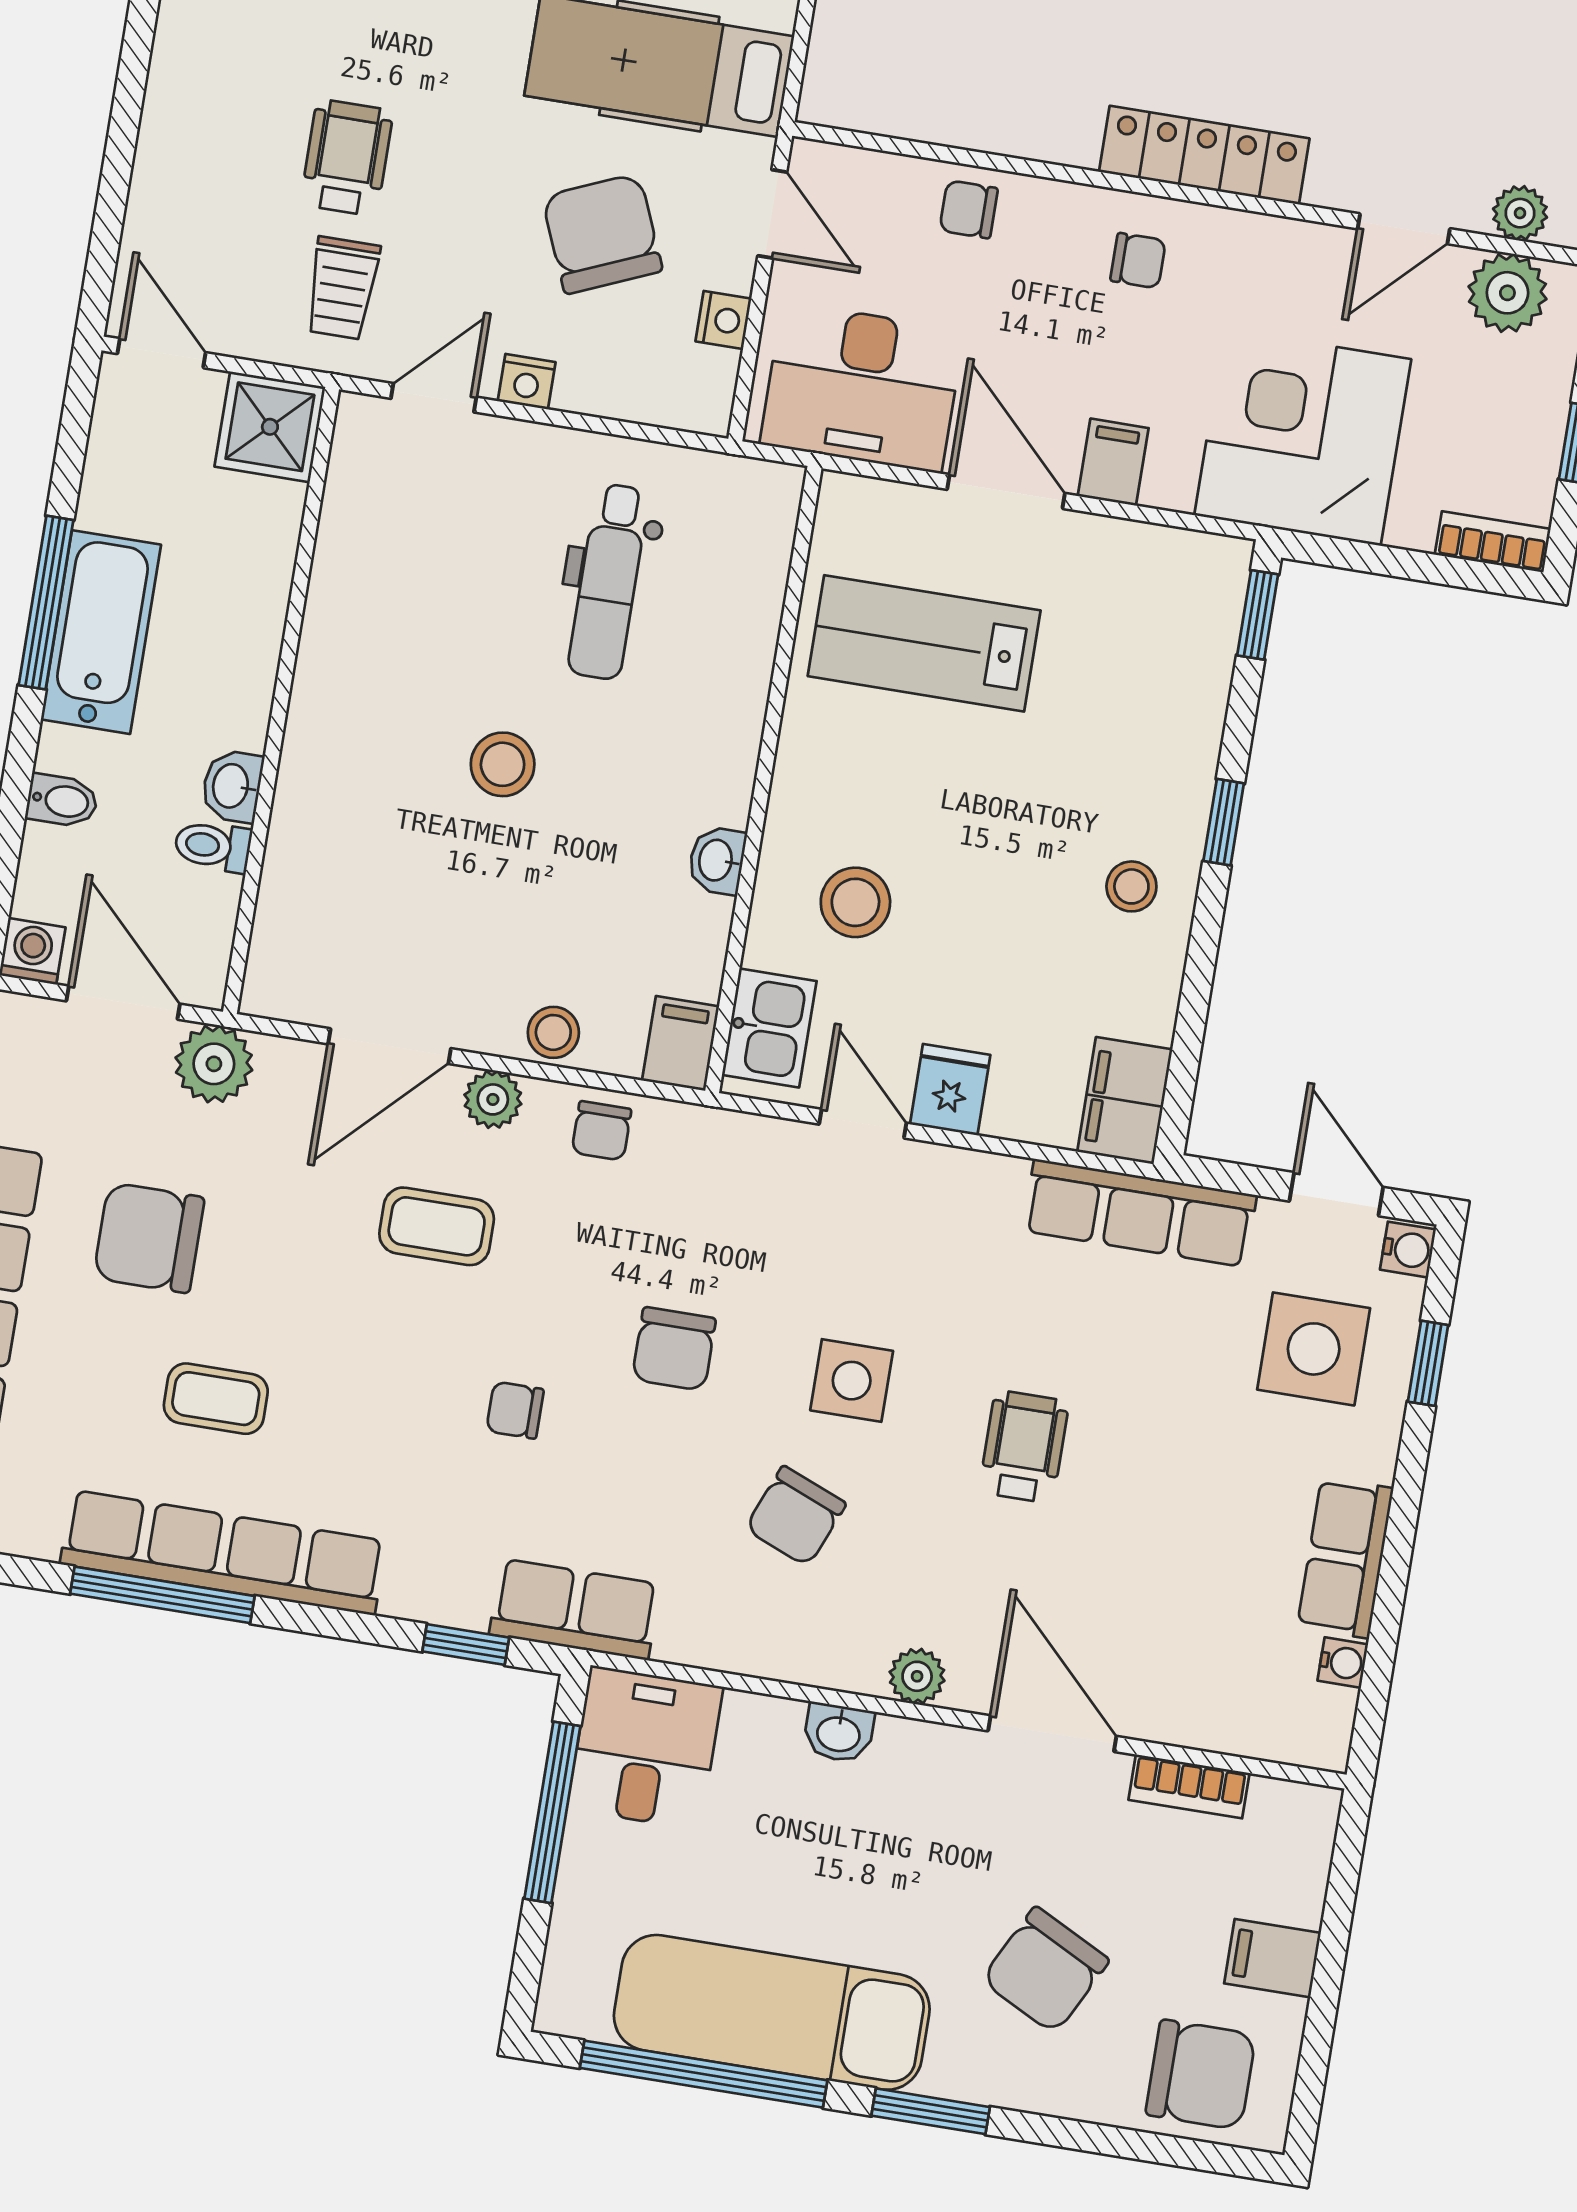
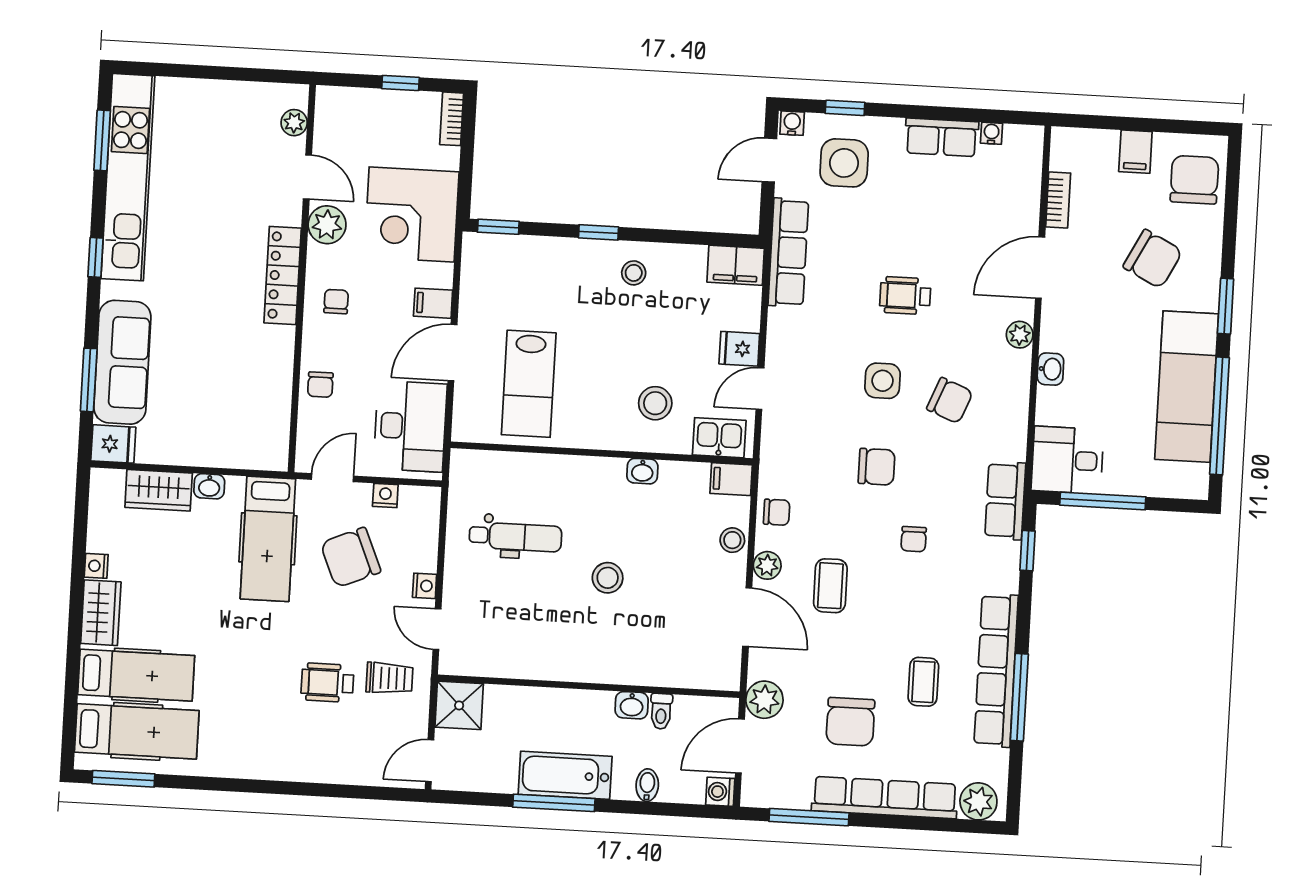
plant: (1507, 293) -> (327, 225), moved

